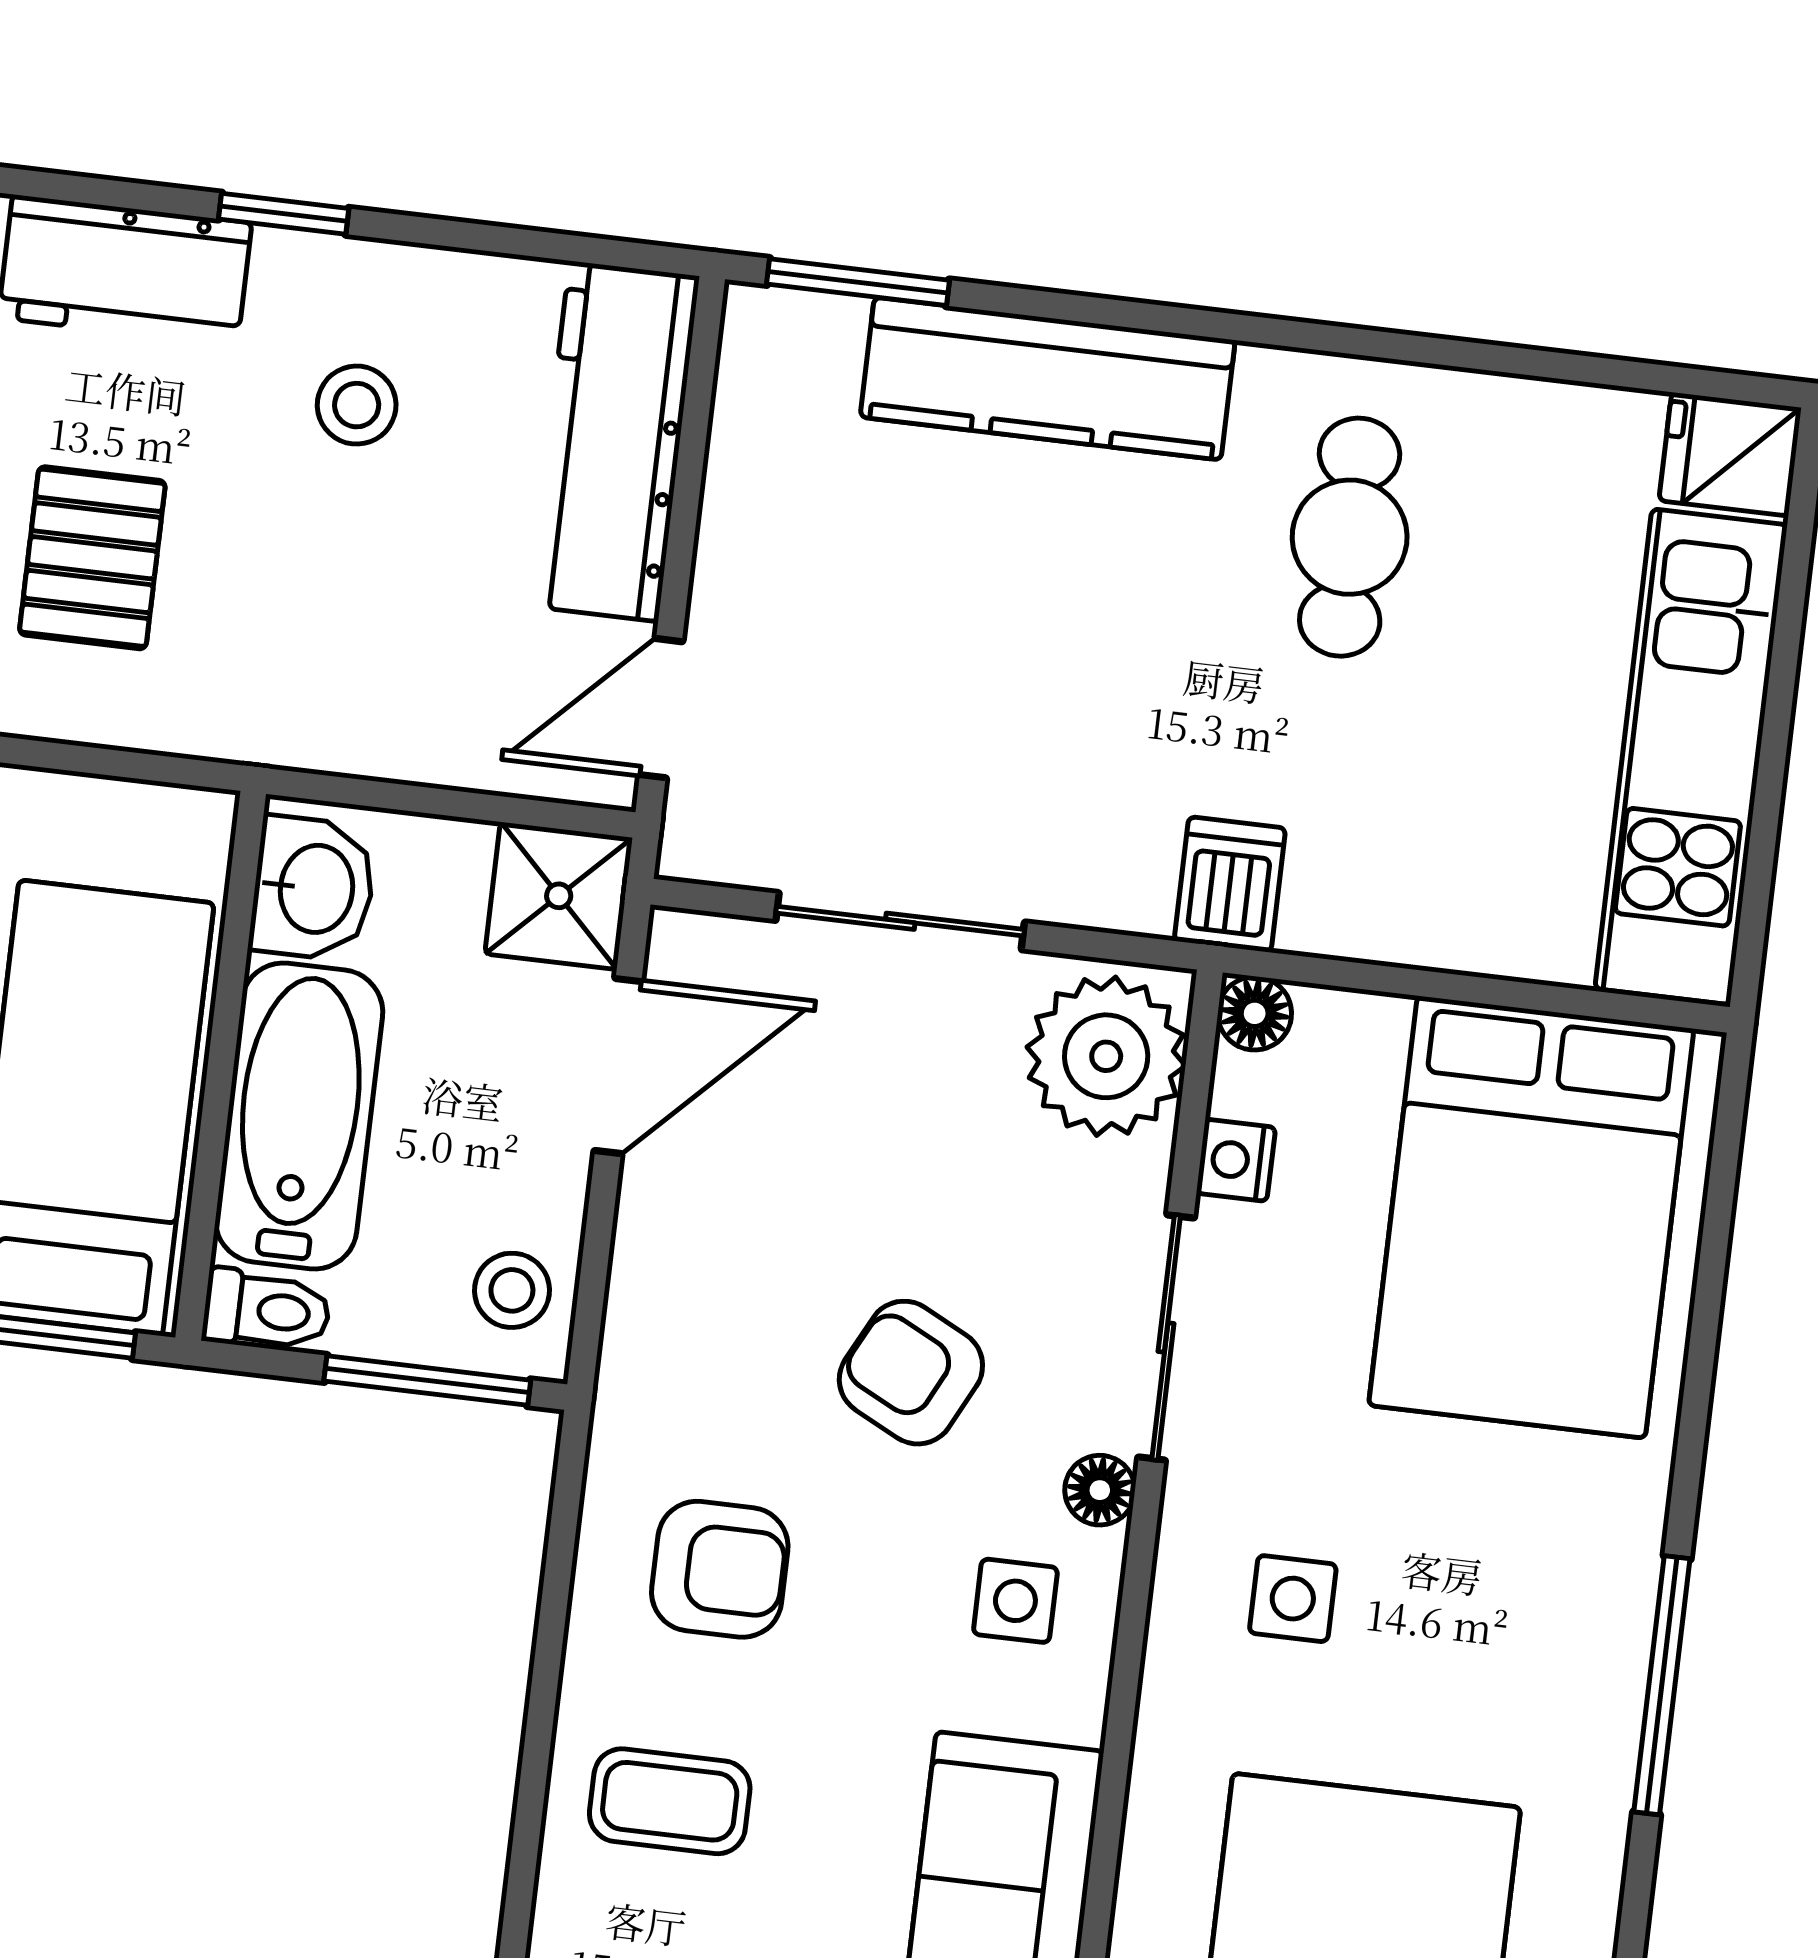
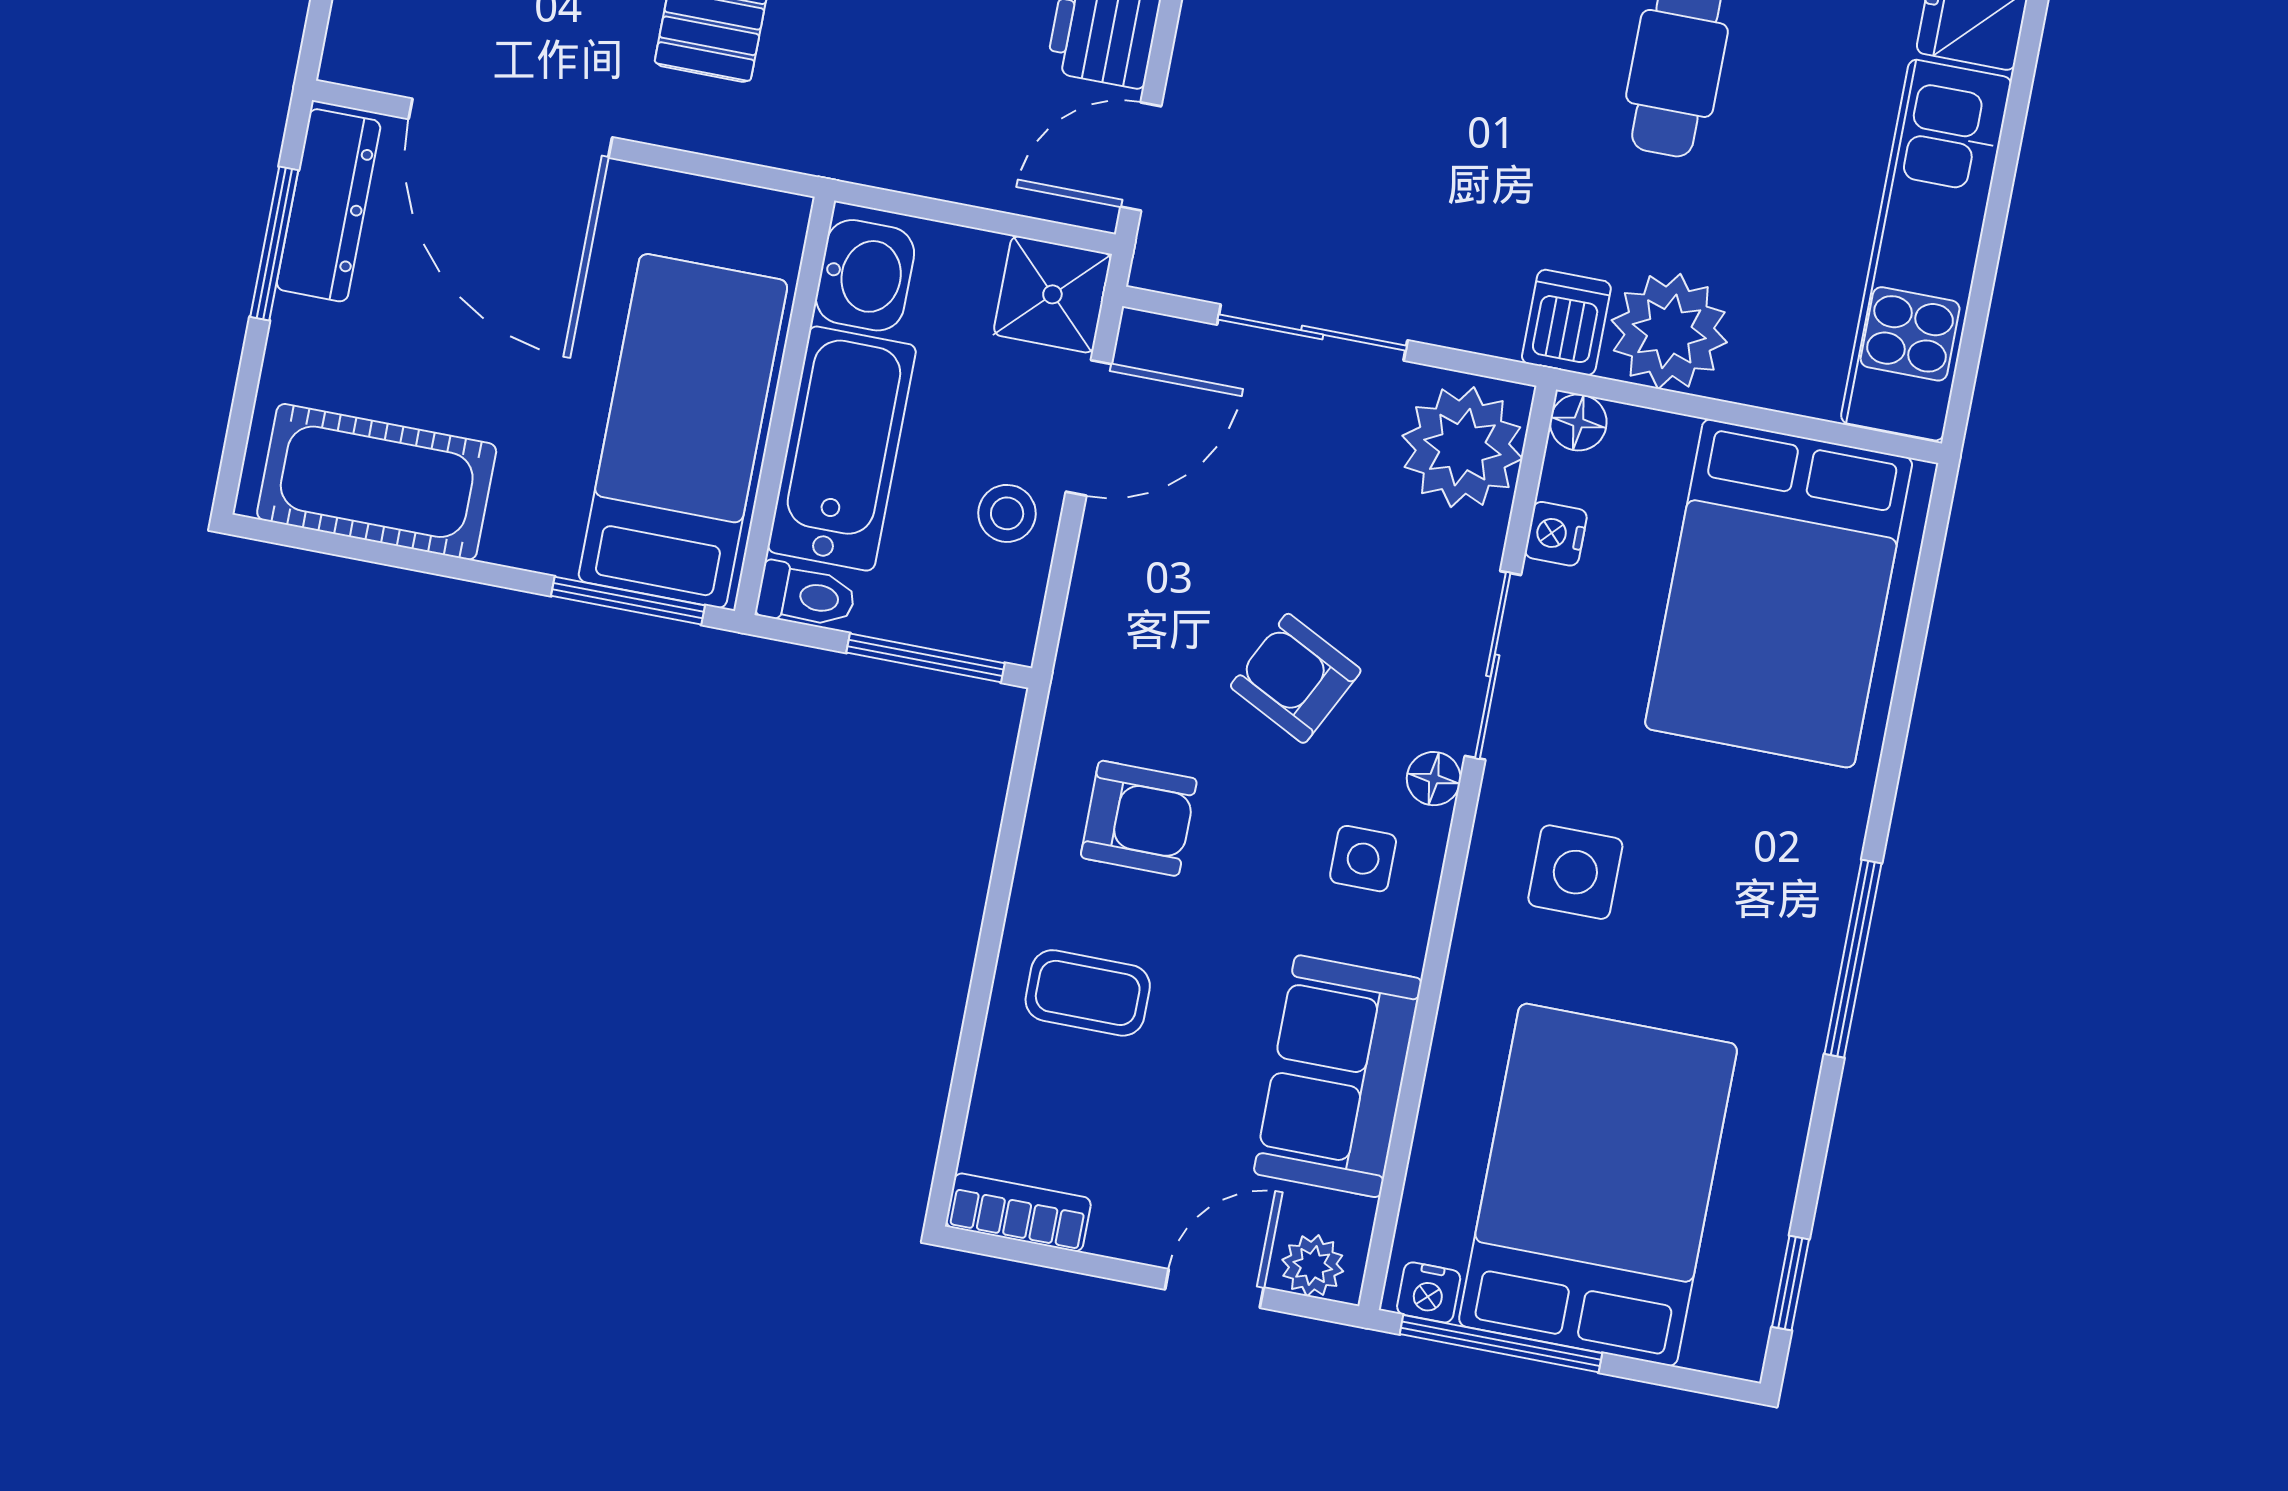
plant: (1364, 886) -> (1669, 331), added
stool: (512, 1290) -> (1007, 513), moved
side table: (1293, 1599) -> (1575, 872), width x1.37, depth x1.37

